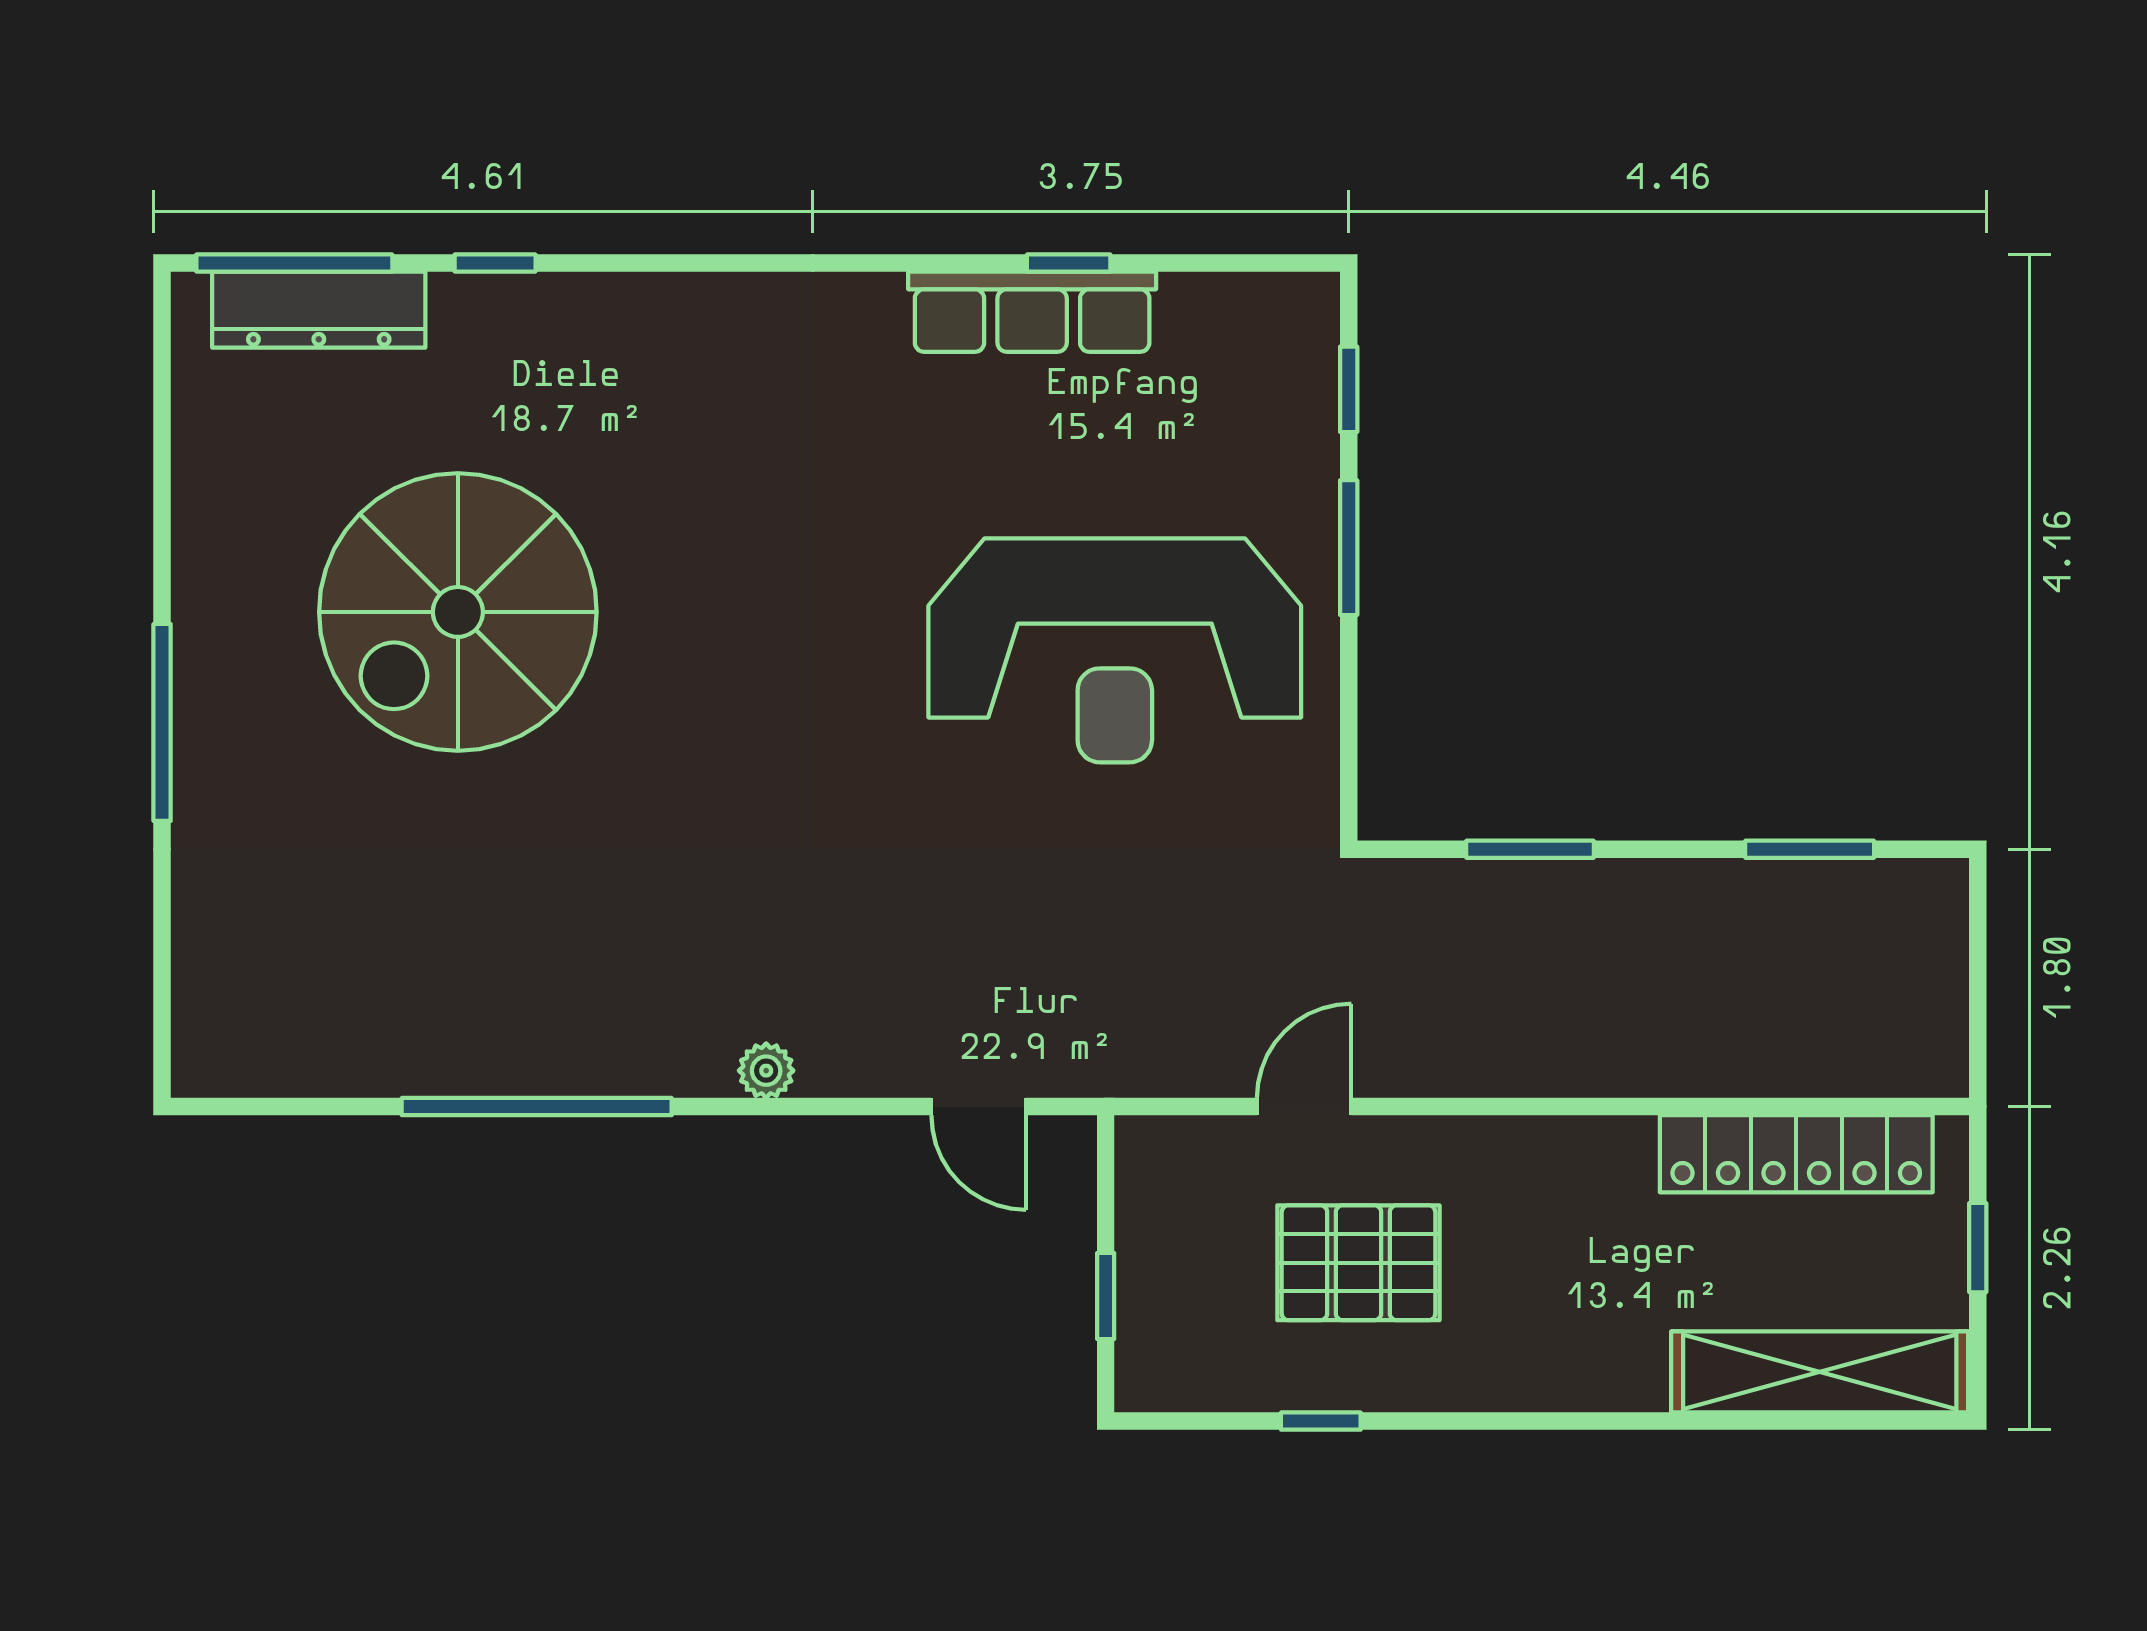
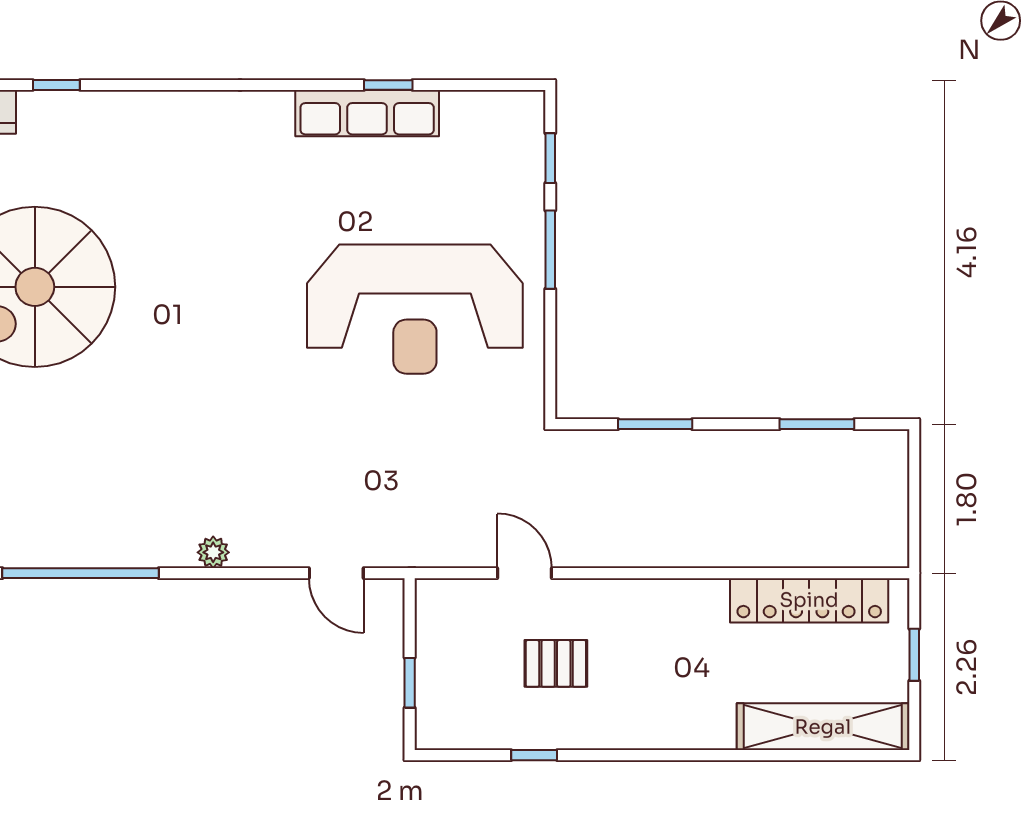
door: (1304, 1107) -> (524, 573), hinge flipped
pallet: (1358, 1263) -> (556, 663), width x0.67, depth x0.71

